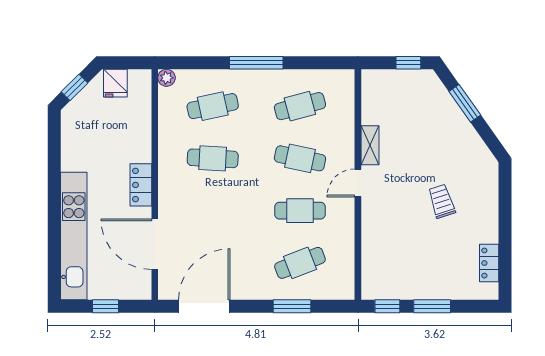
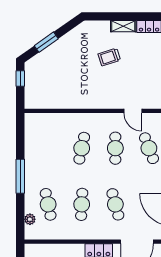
plant: (167, 78) -> (30, 219), moved
cafe table: (300, 106) -> (115, 204), moved
shelving: (370, 145) -> (123, 26), moved
door: (358, 183) -> (133, 111), moved

